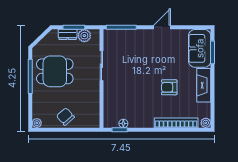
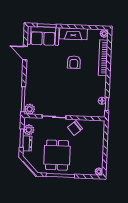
door: (162, 27) -> (25, 53), moved
plant: (110, 36) -> (30, 109), added
chair: (65, 117) -> (75, 128), moved

